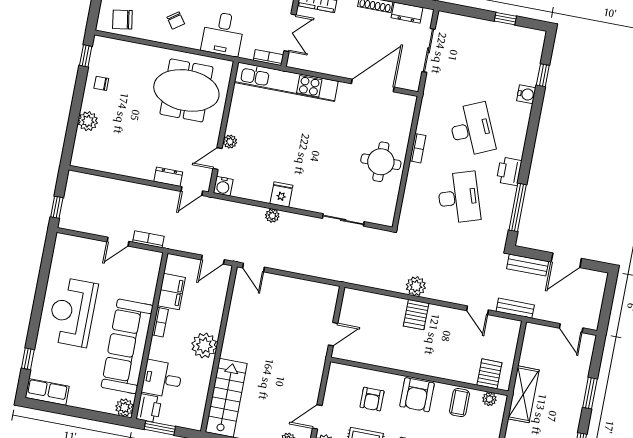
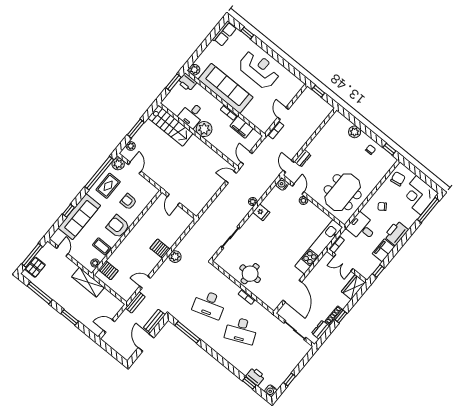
water cooler: (526, 94) -> (271, 391), moved
printer: (509, 171) -> (255, 376), moved
desk: (162, 379) -> (192, 115), moved, turned 180

